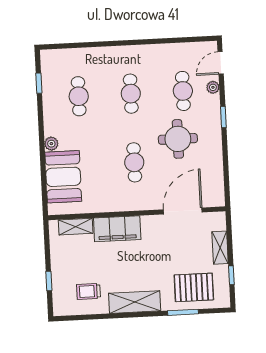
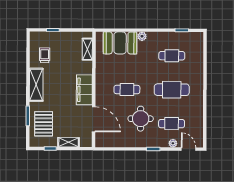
cafe table: (131, 94) -> (172, 90), width x1.37, depth x1.35
filing cabinet: (117, 229) -> (84, 90), moved

